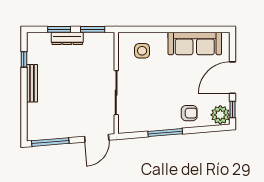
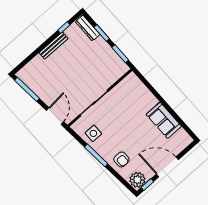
dresser: (67, 38) -> (88, 28), moved
sofa: (195, 43) -> (164, 120), width x0.73
side table: (142, 51) -> (93, 133), moved
door: (97, 138) -> (55, 116), swing flipped

